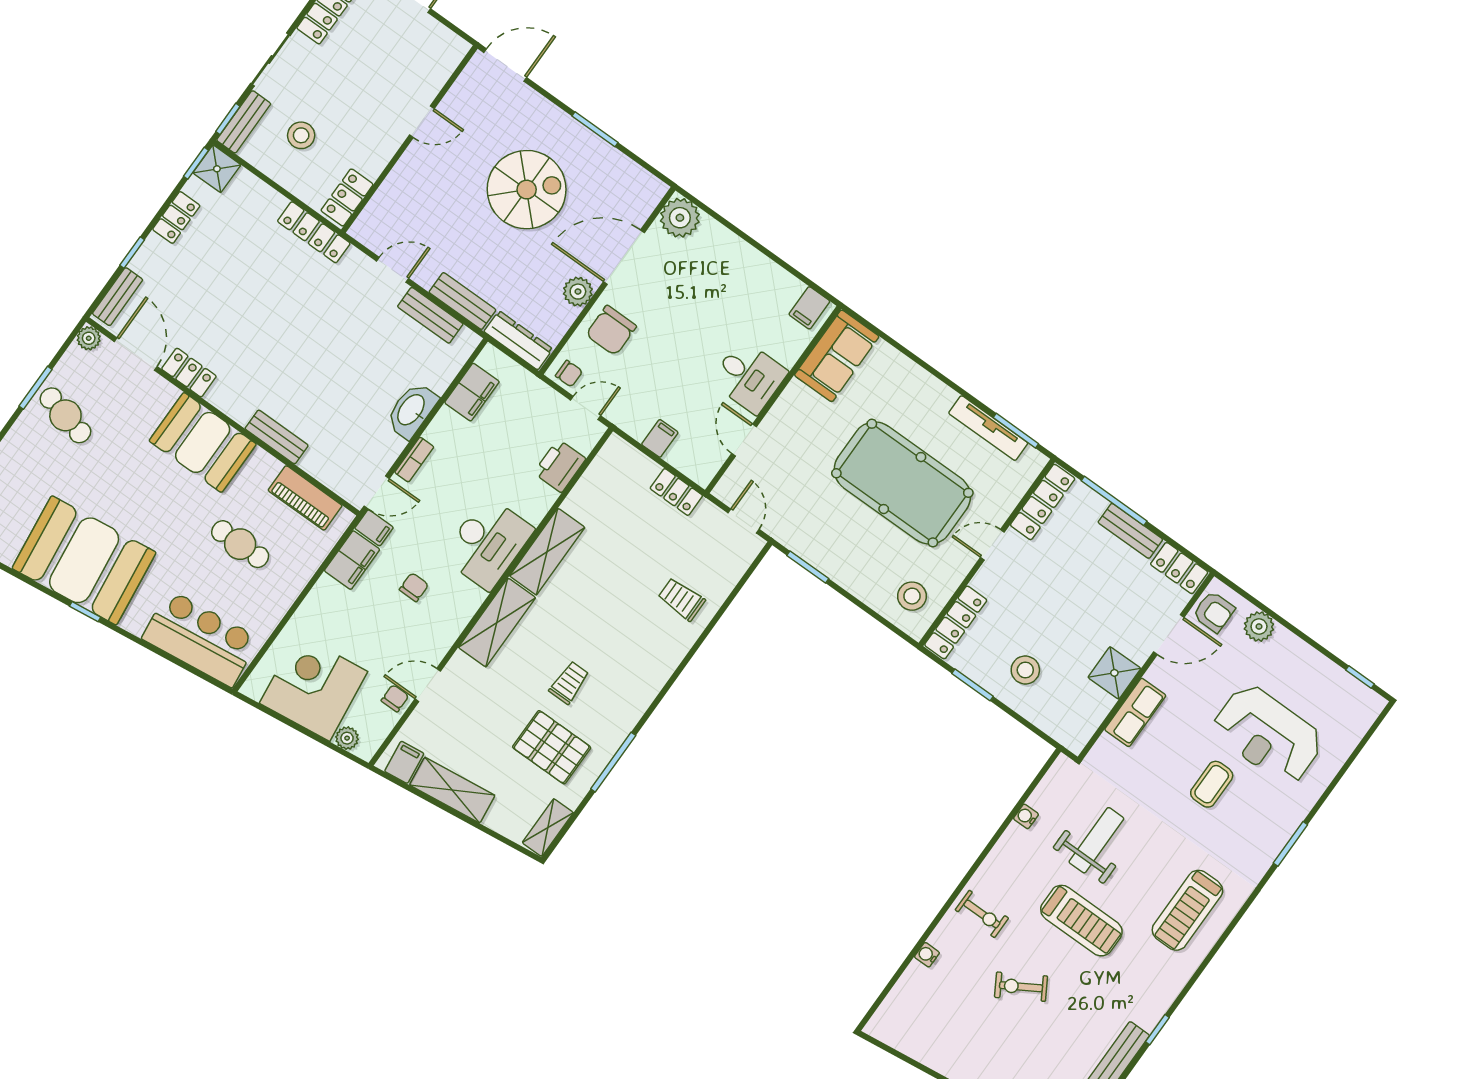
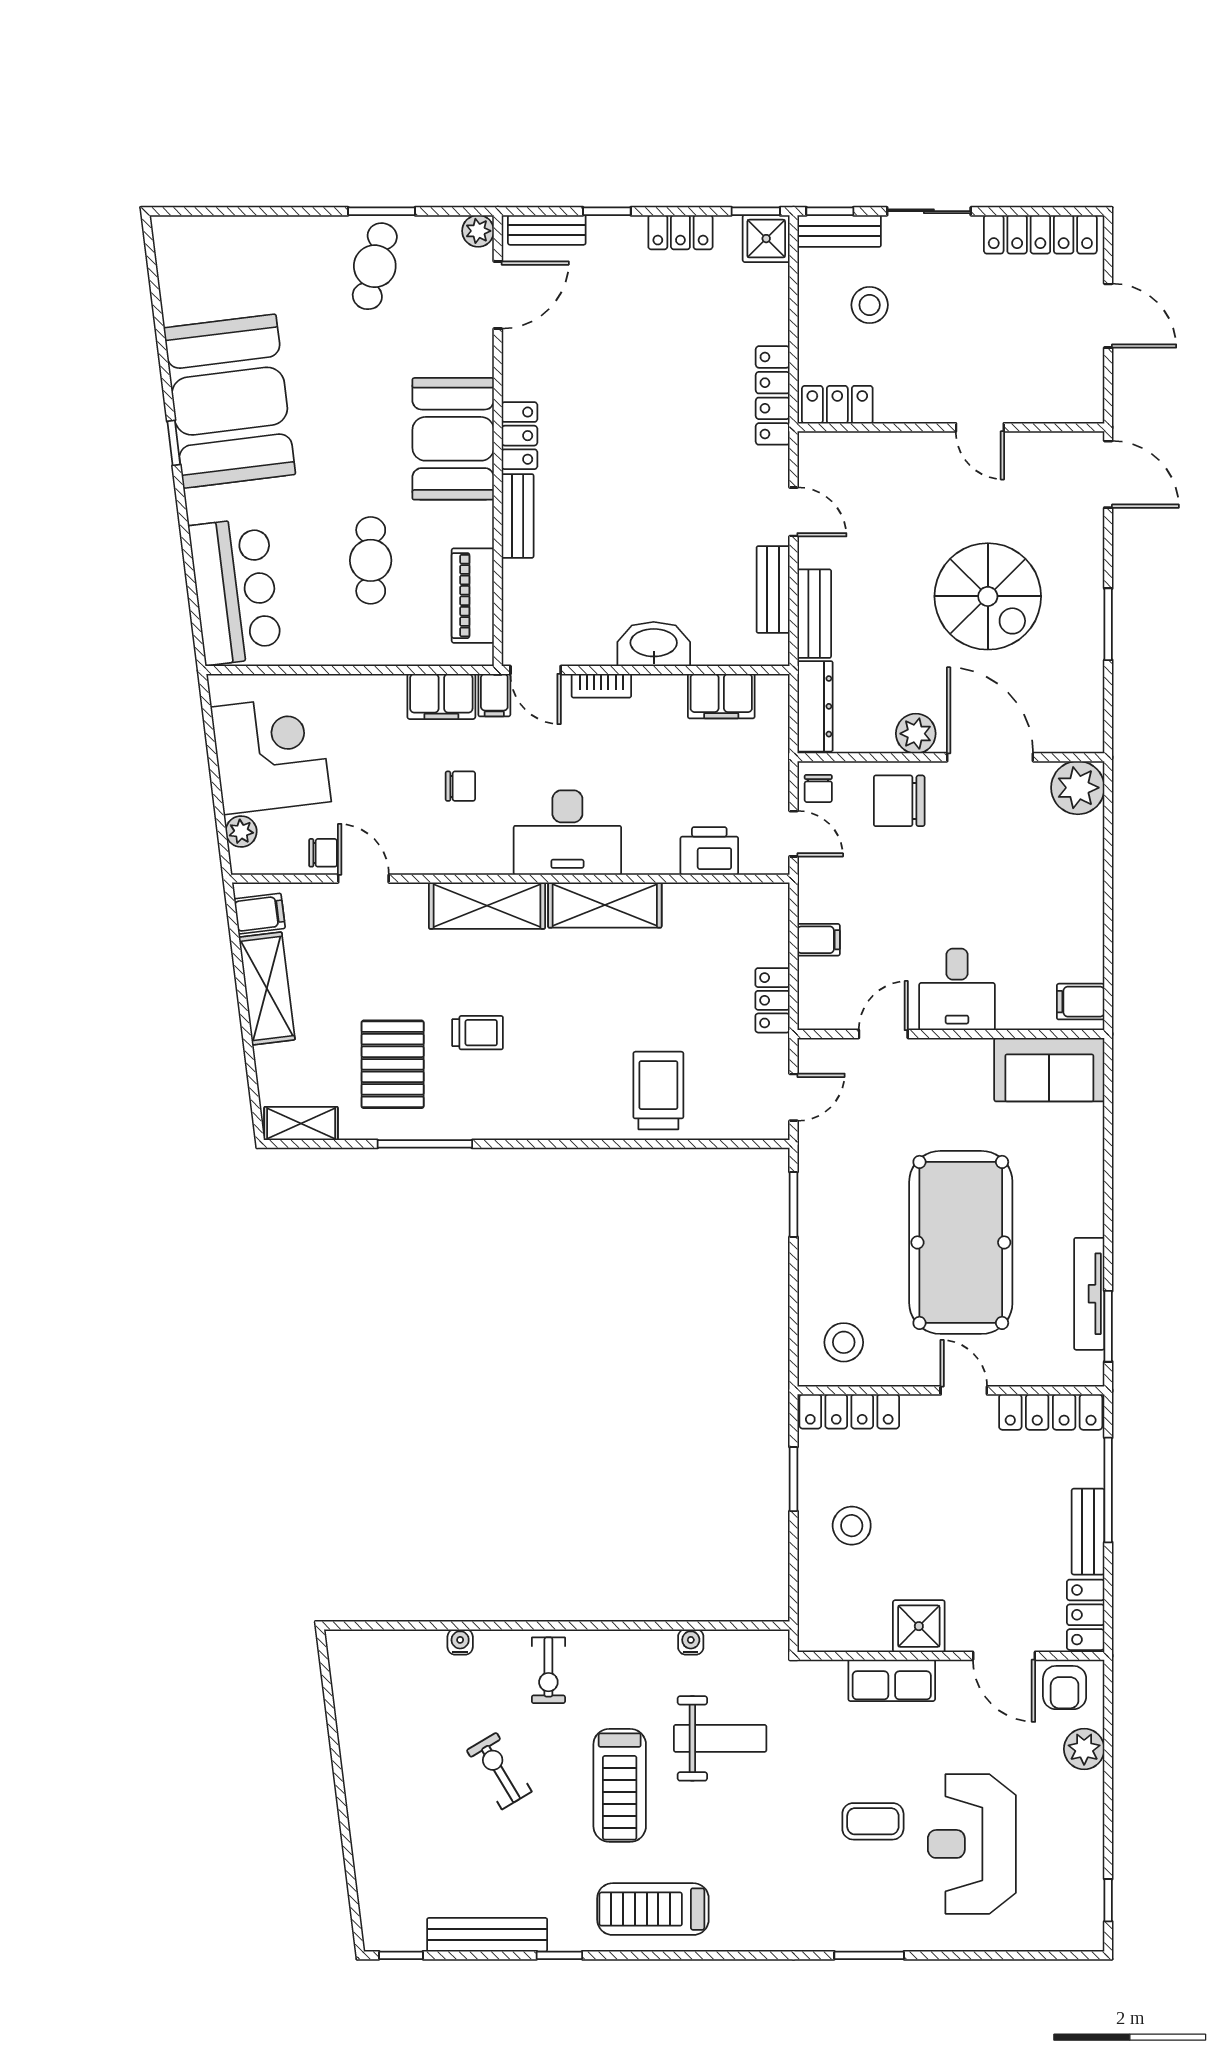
locker: (189, 373) -> (519, 436), moved
trolley: (681, 599) -> (658, 1091), width x1.36, depth x1.39
treadmill: (1187, 910) -> (653, 1909), moved

